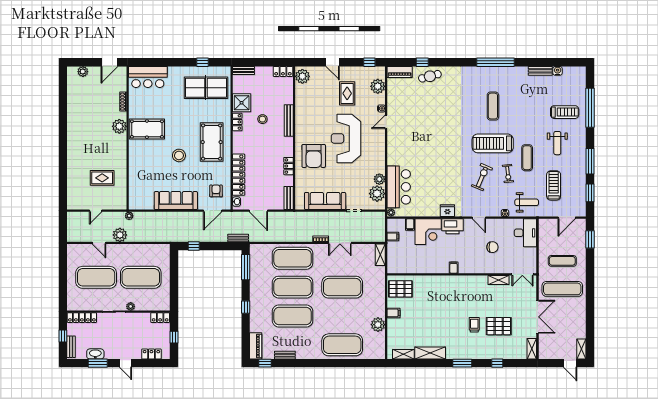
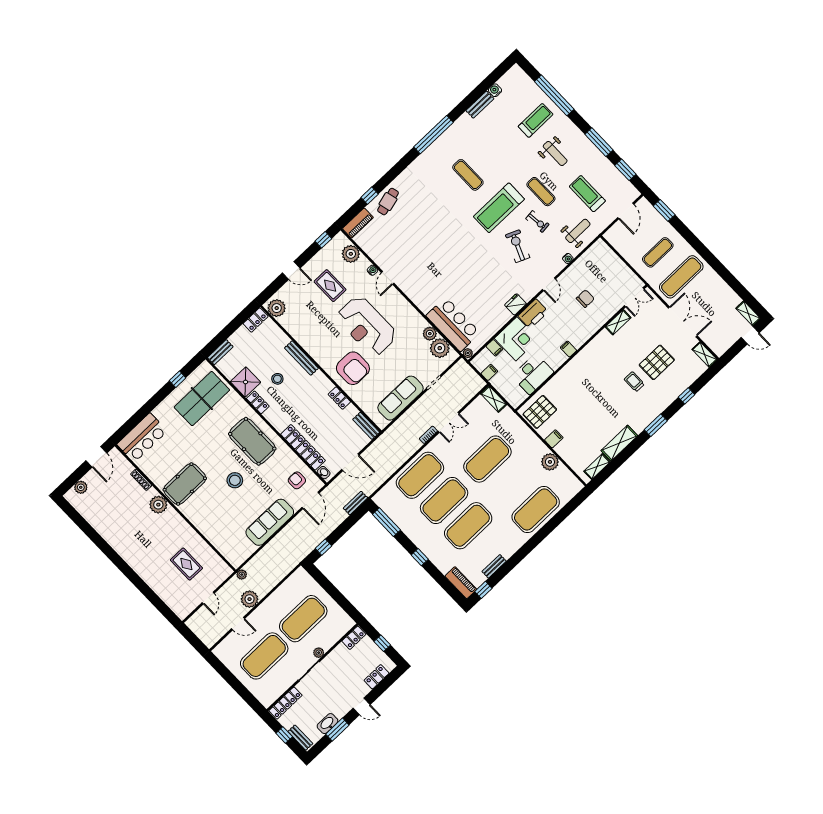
rug: (102, 178) -> (186, 564), turned 90
door: (479, 218) -> (549, 284), hinge flipped
desk: (525, 233) -> (533, 374), moved, turned 90

